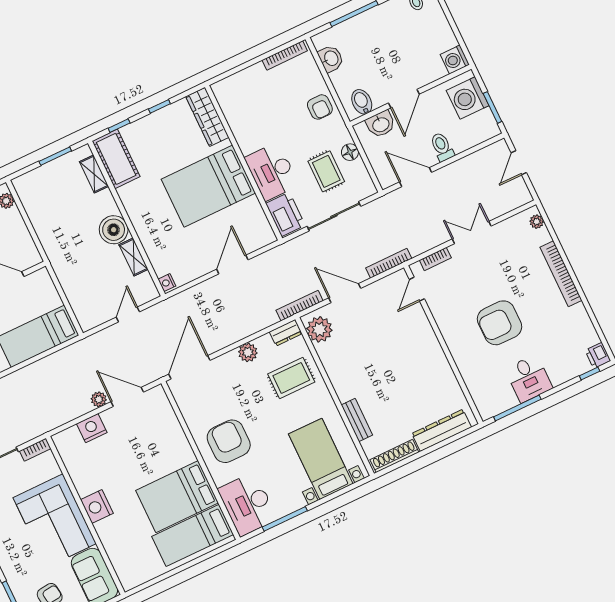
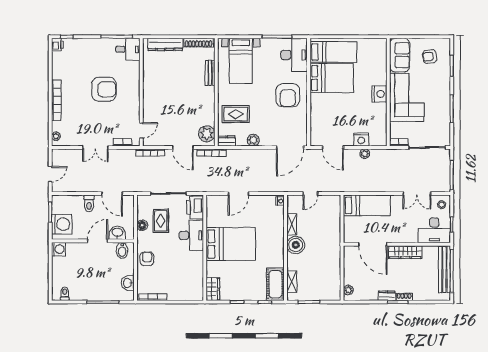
wardrobe: (207, 117) -> (213, 289), width x0.67
desk: (529, 378) -> (128, 49), moved, turned 90
plant: (99, 399) -> (365, 154), moved

